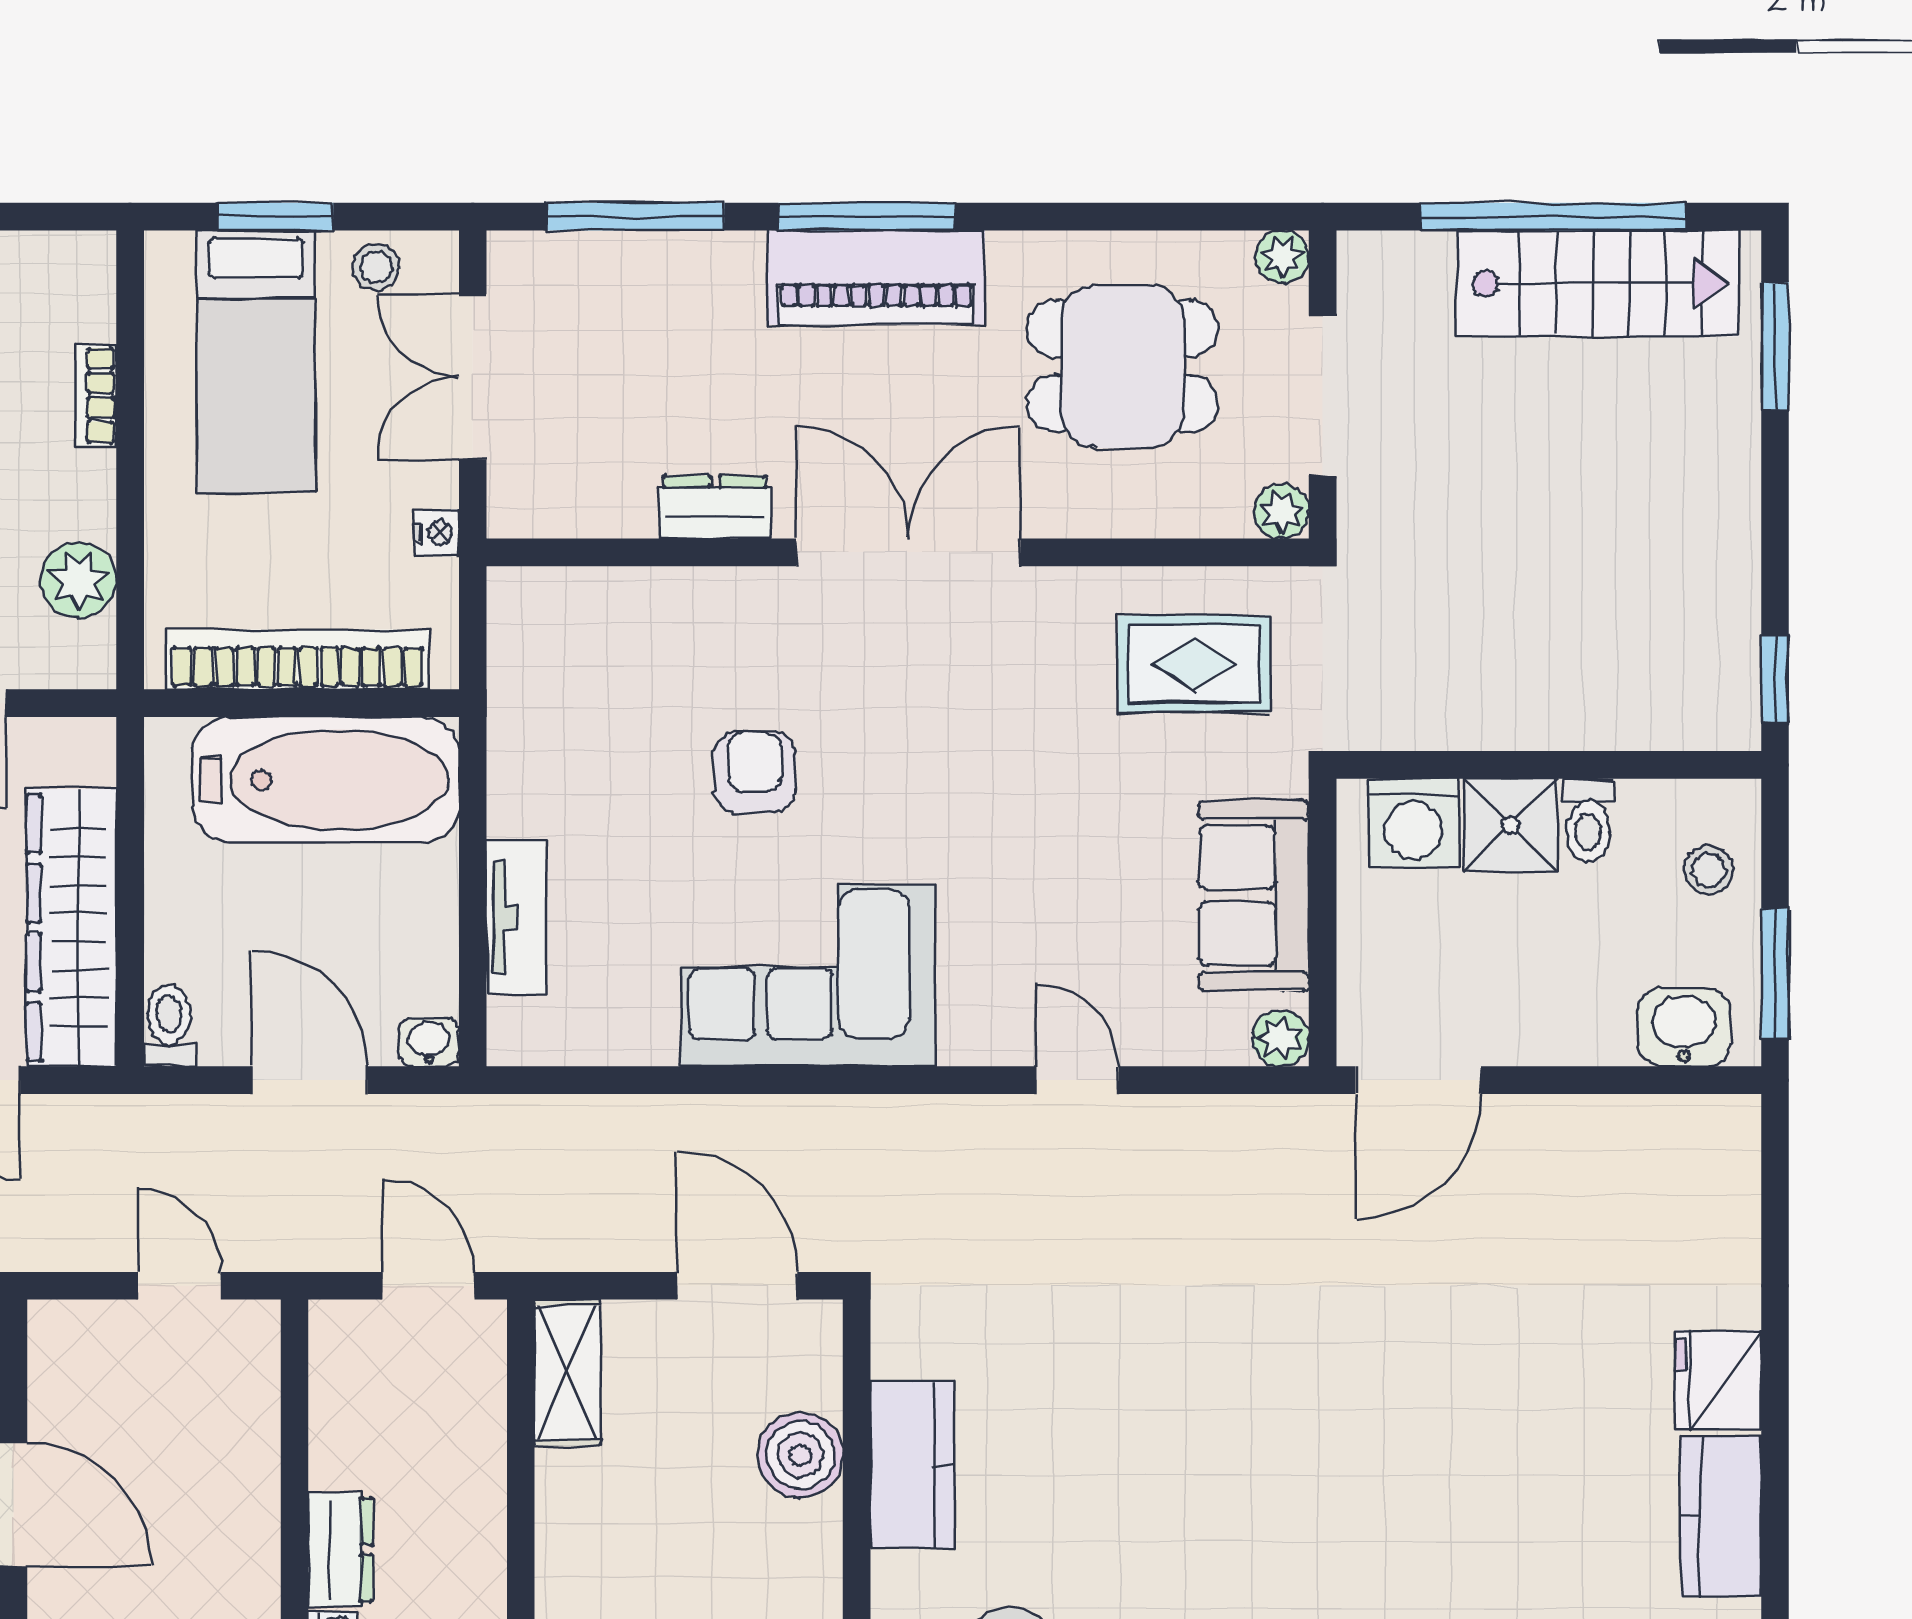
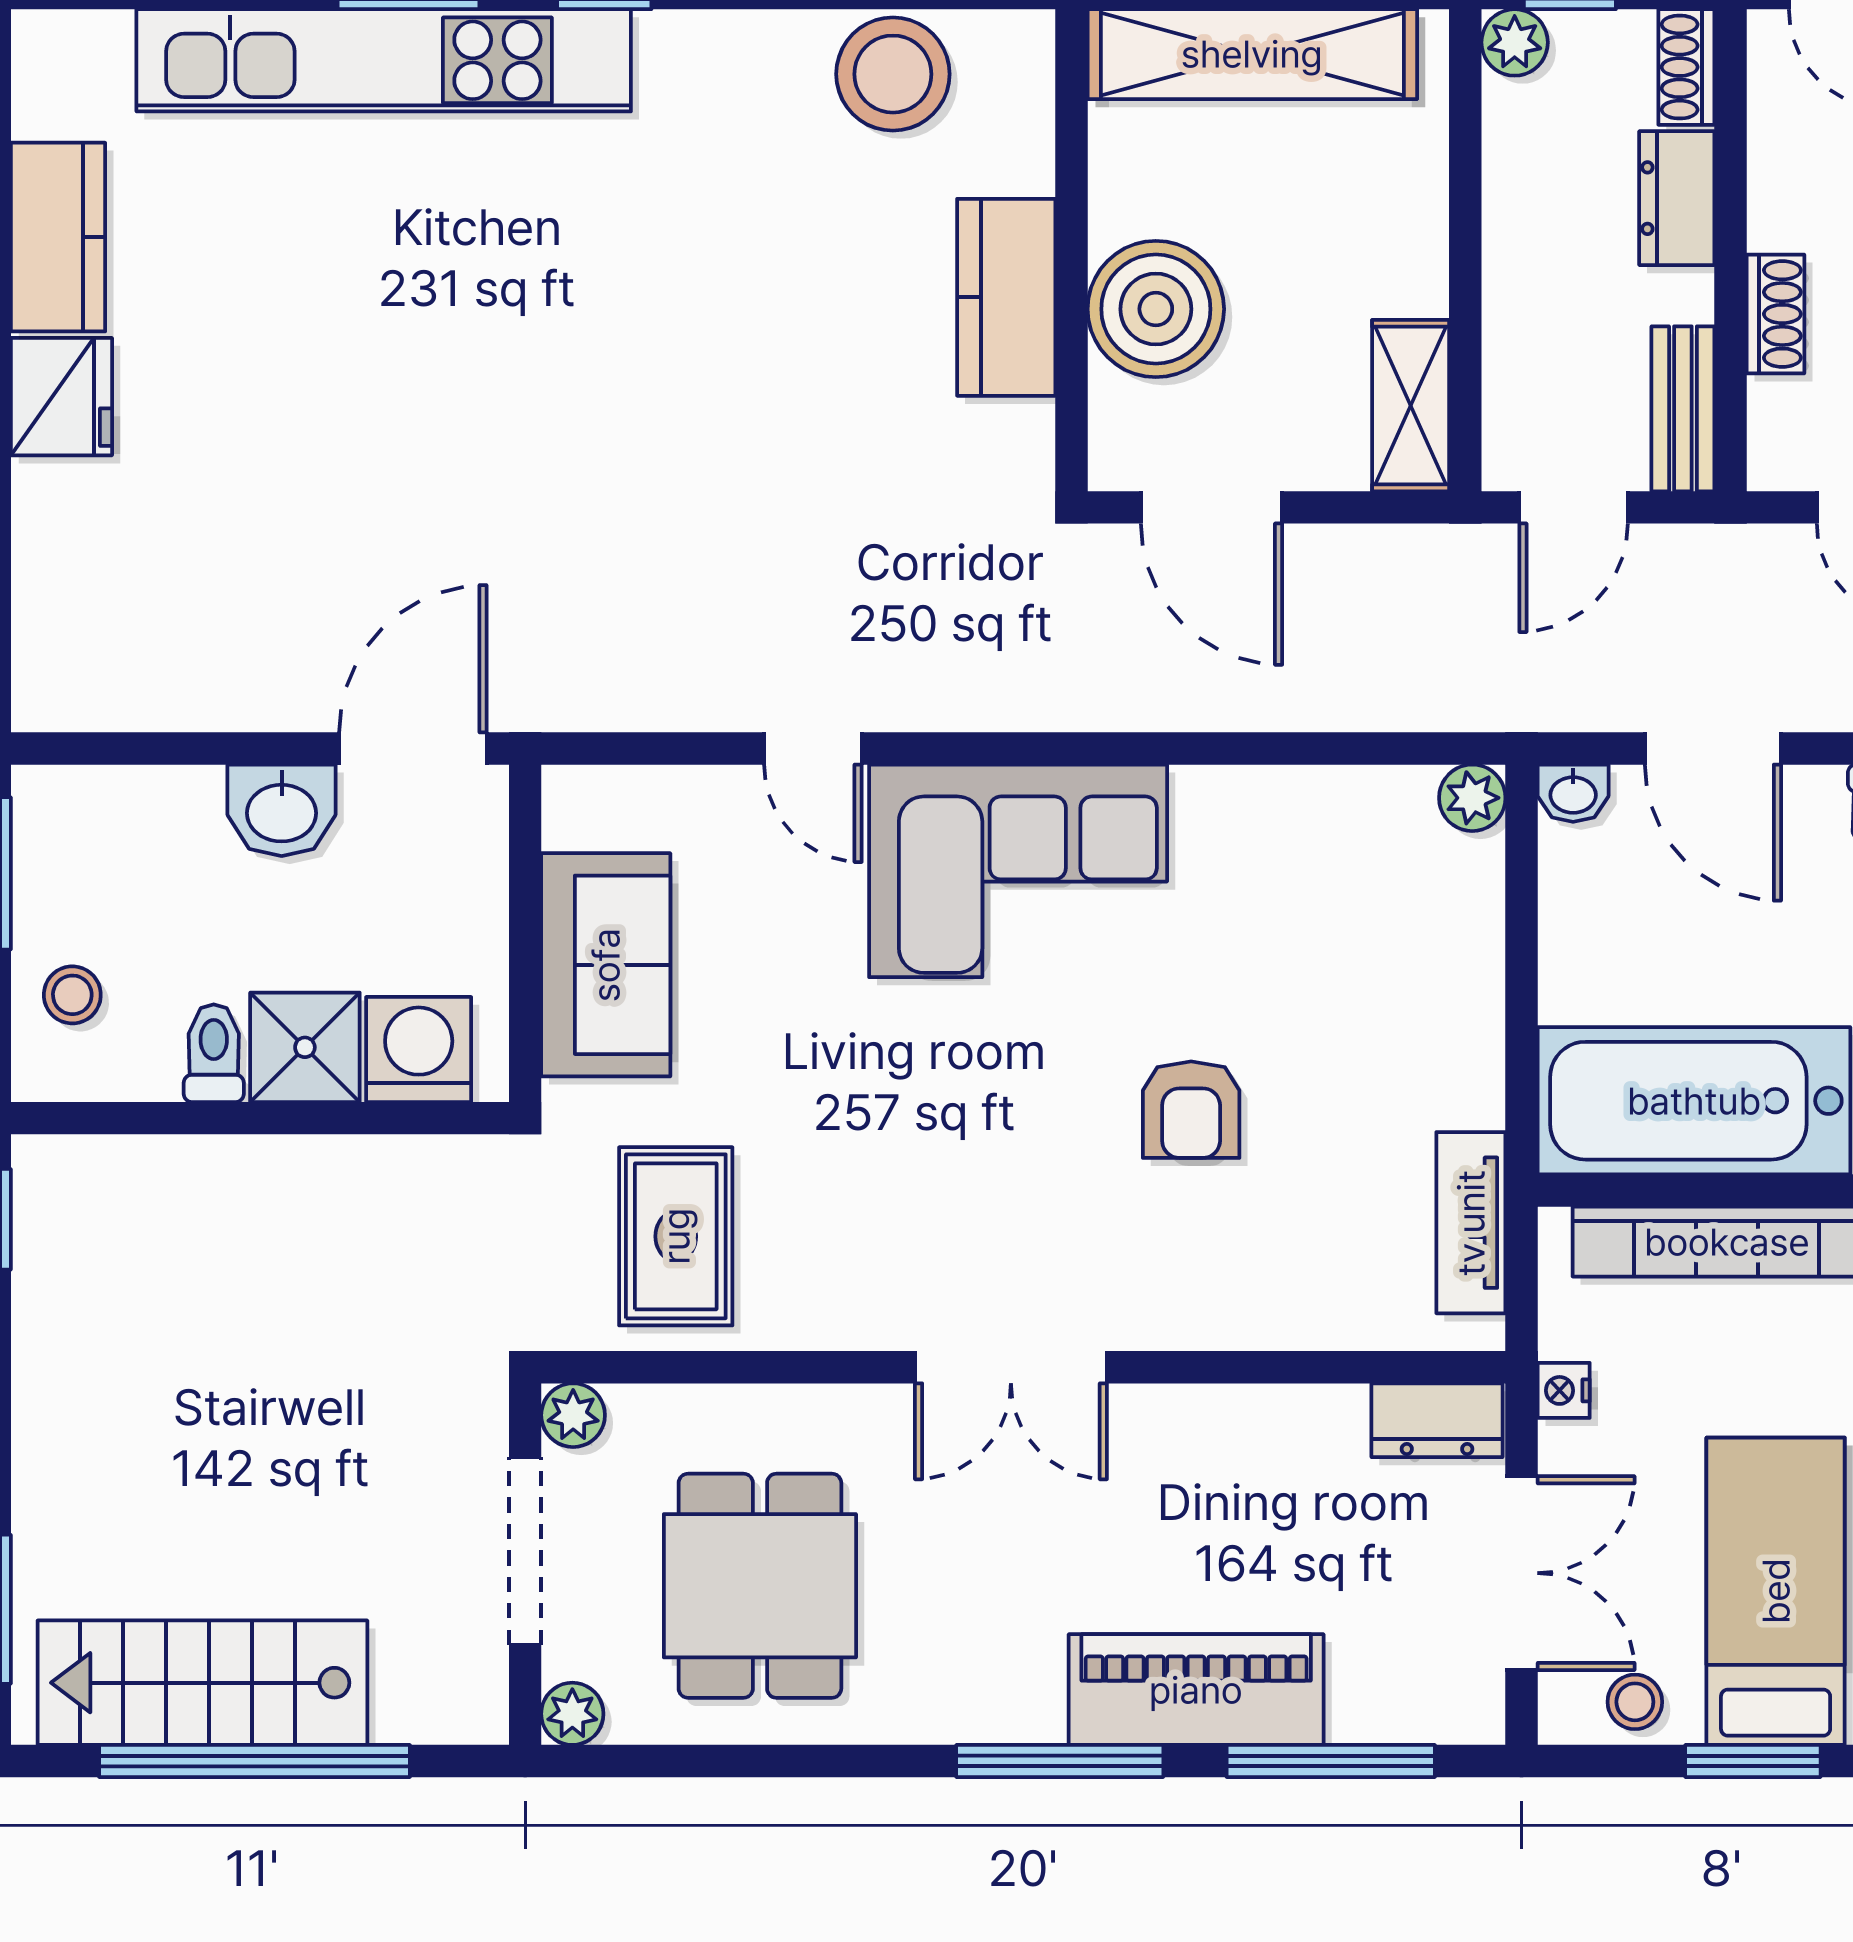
piano: (876, 278) -> (1196, 1690), moved
dining table: (1122, 366) -> (760, 1586), turned 90
dresser: (715, 507) -> (1437, 1420), moved
double door: (908, 552) -> (1011, 1367), width x0.73
rug: (1194, 664) -> (676, 1236), turned 90
tv unit: (516, 917) -> (1471, 1223), moved
corner sofa: (808, 976) -> (1018, 871), moved
washbasin: (1684, 1027) -> (282, 810), moved
plant: (1281, 1038) -> (1472, 798), moved
door: (428, 1286) -> (1574, 507), hinge flipped
bench: (335, 1370) -> (1683, 409), added
shoe rack: (256, 1451) -> (1775, 314), added
boiler: (800, 1455) -> (1156, 309), width x1.37, depth x1.37

